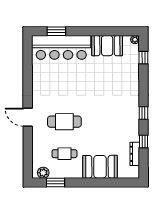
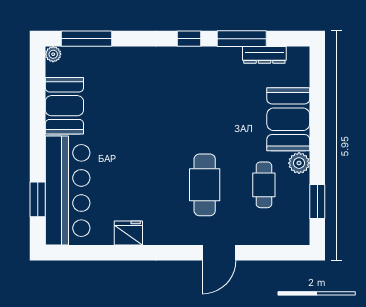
window: (143, 58) -> (86, 39), width x2.17
fridge: (38, 80) -> (128, 233), added
door: (28, 117) -> (219, 253), moved
window: (144, 142) -> (242, 39), width x2.17
plant: (43, 173) -> (299, 163), moved

